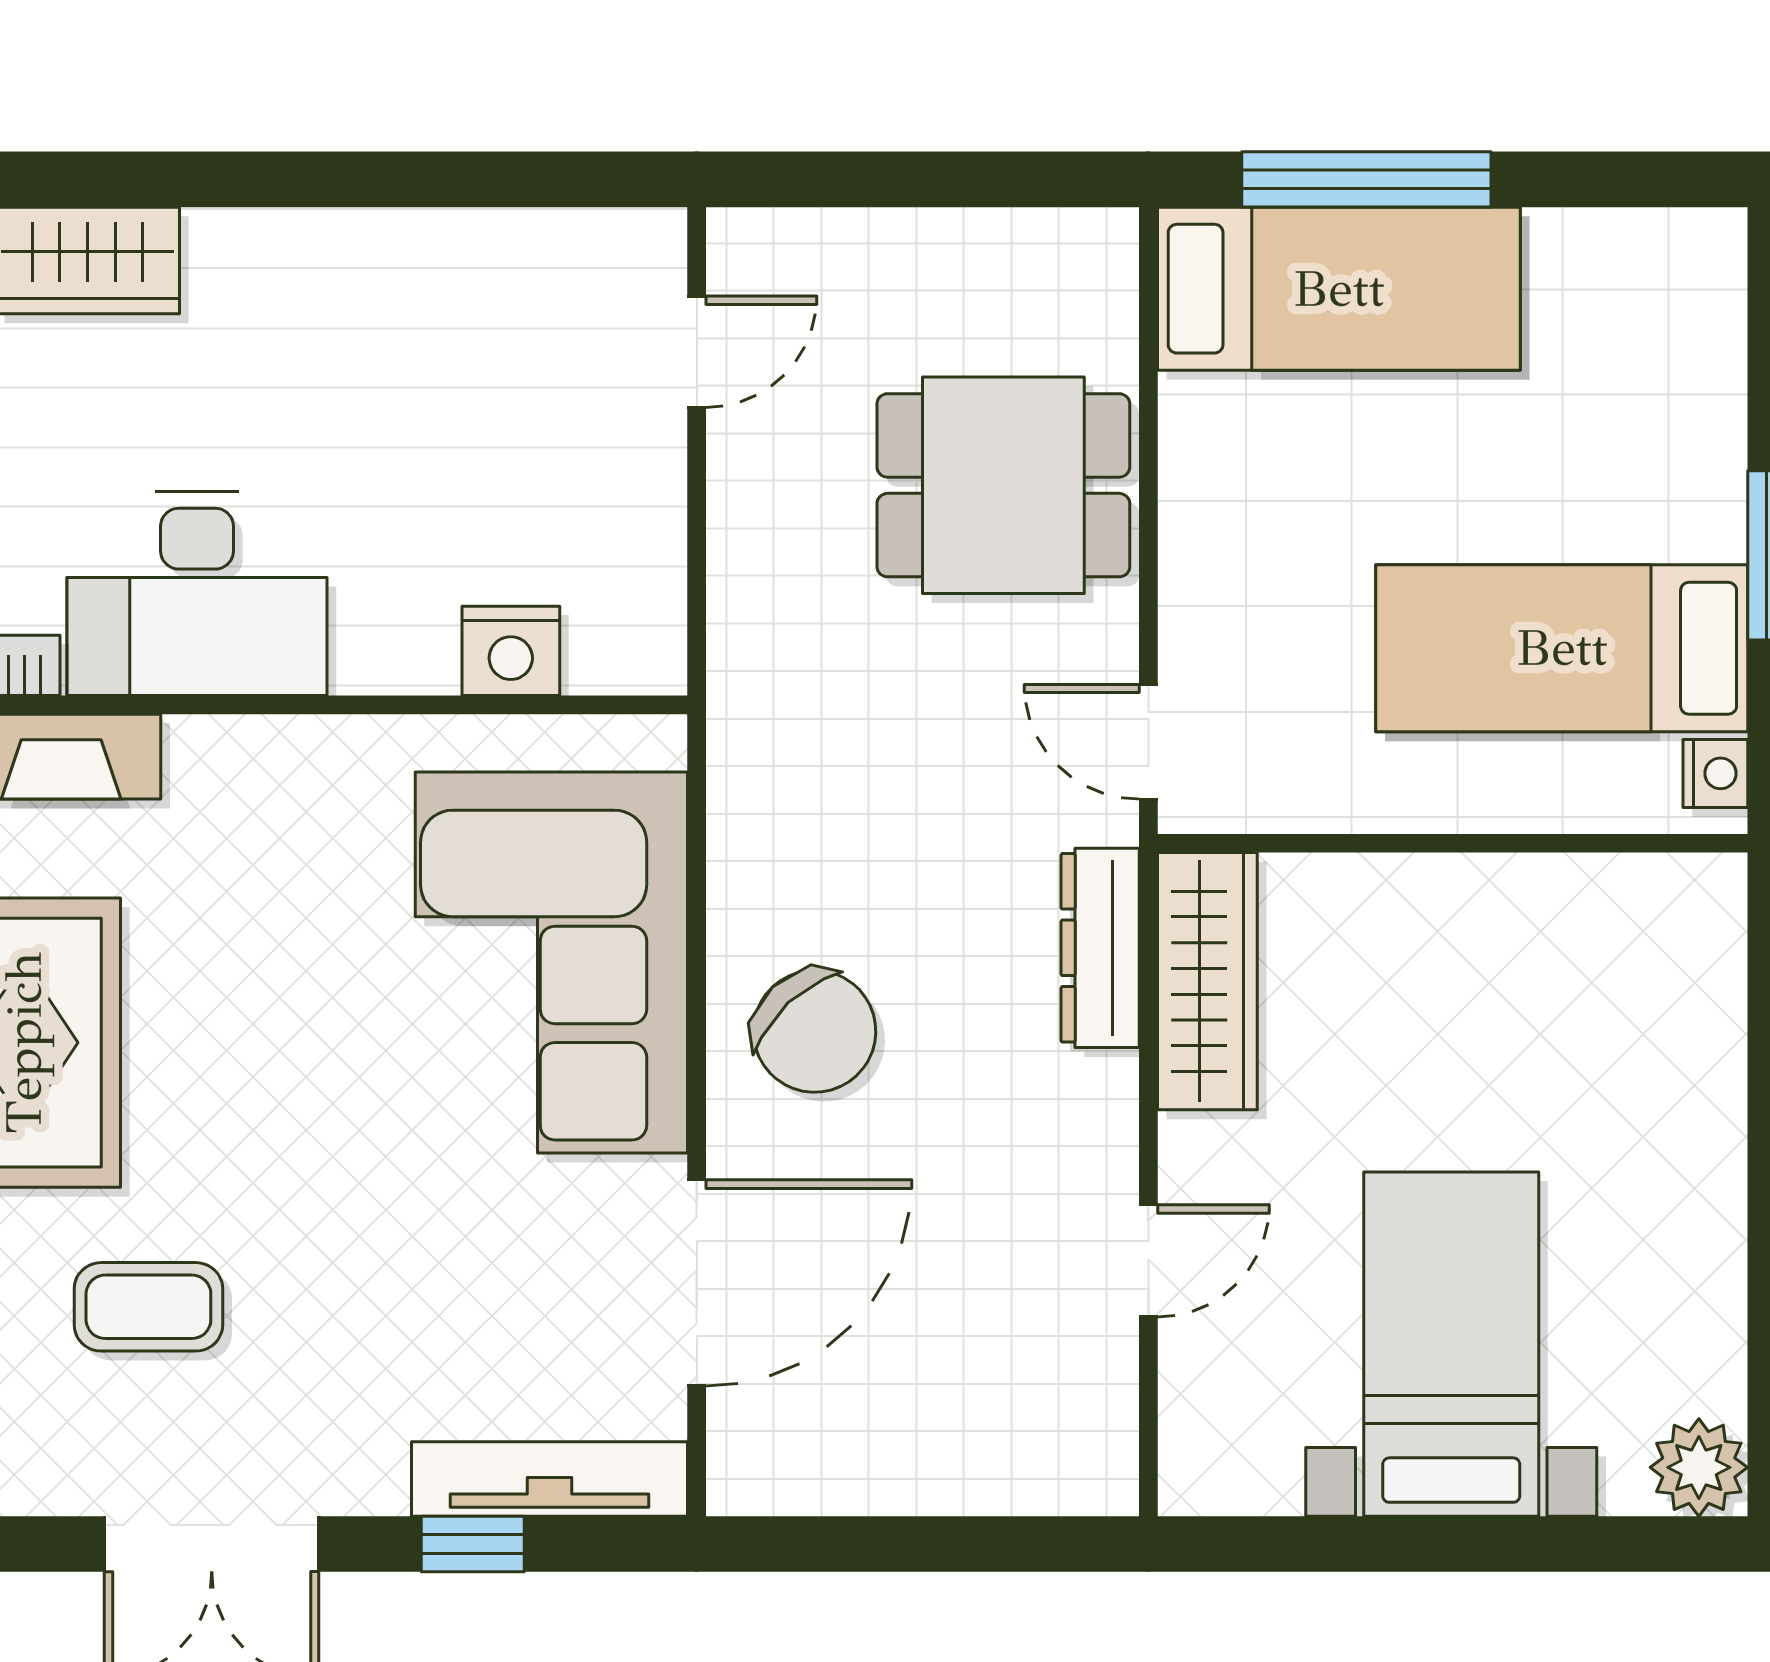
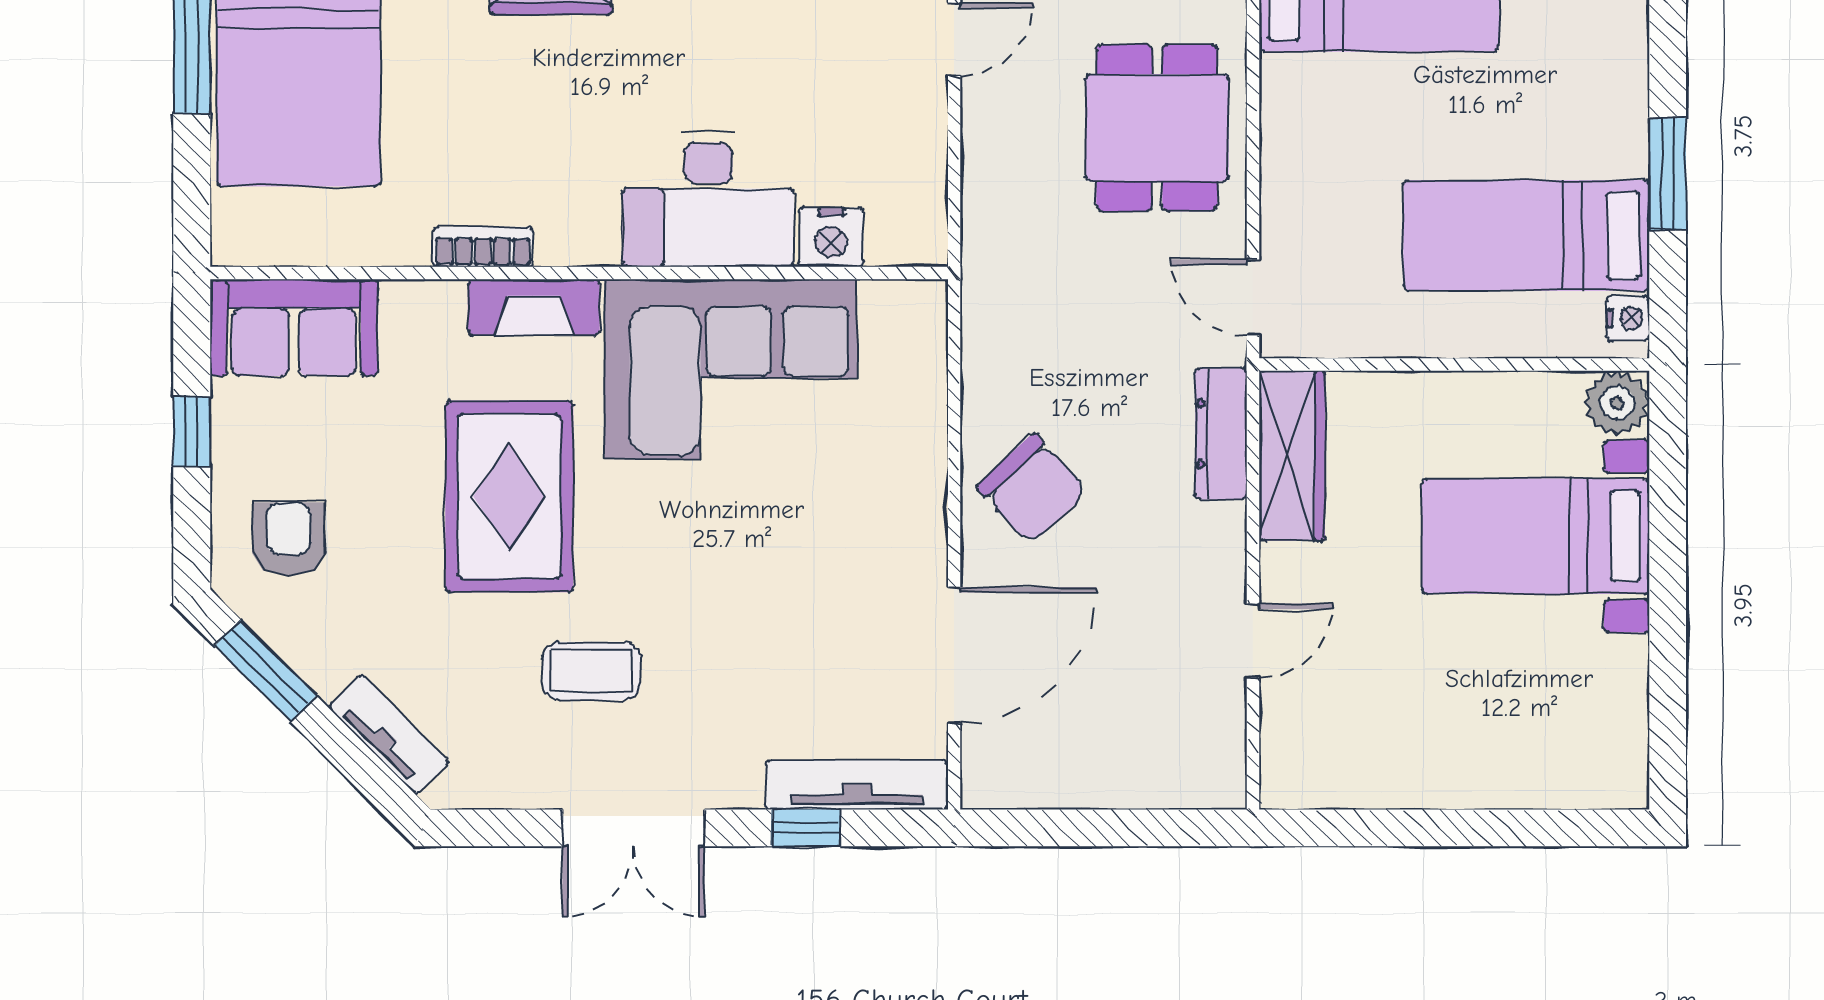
dining table: (1003, 485) -> (1157, 128), turned 90
desk: (197, 594) -> (708, 199), moved
corner sofa: (551, 963) -> (731, 369), moved, turned -90
bed with nightstands: (1451, 1344) -> (1535, 536), moved, turned -90
plant: (1699, 1467) -> (1617, 403), moved

